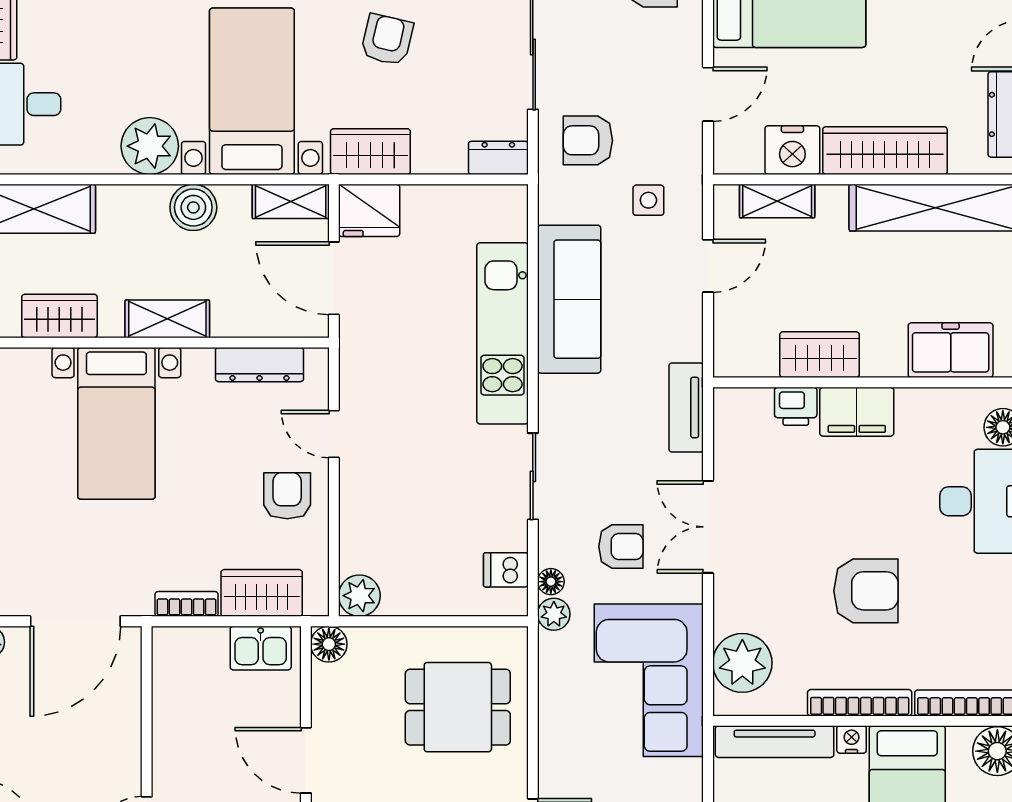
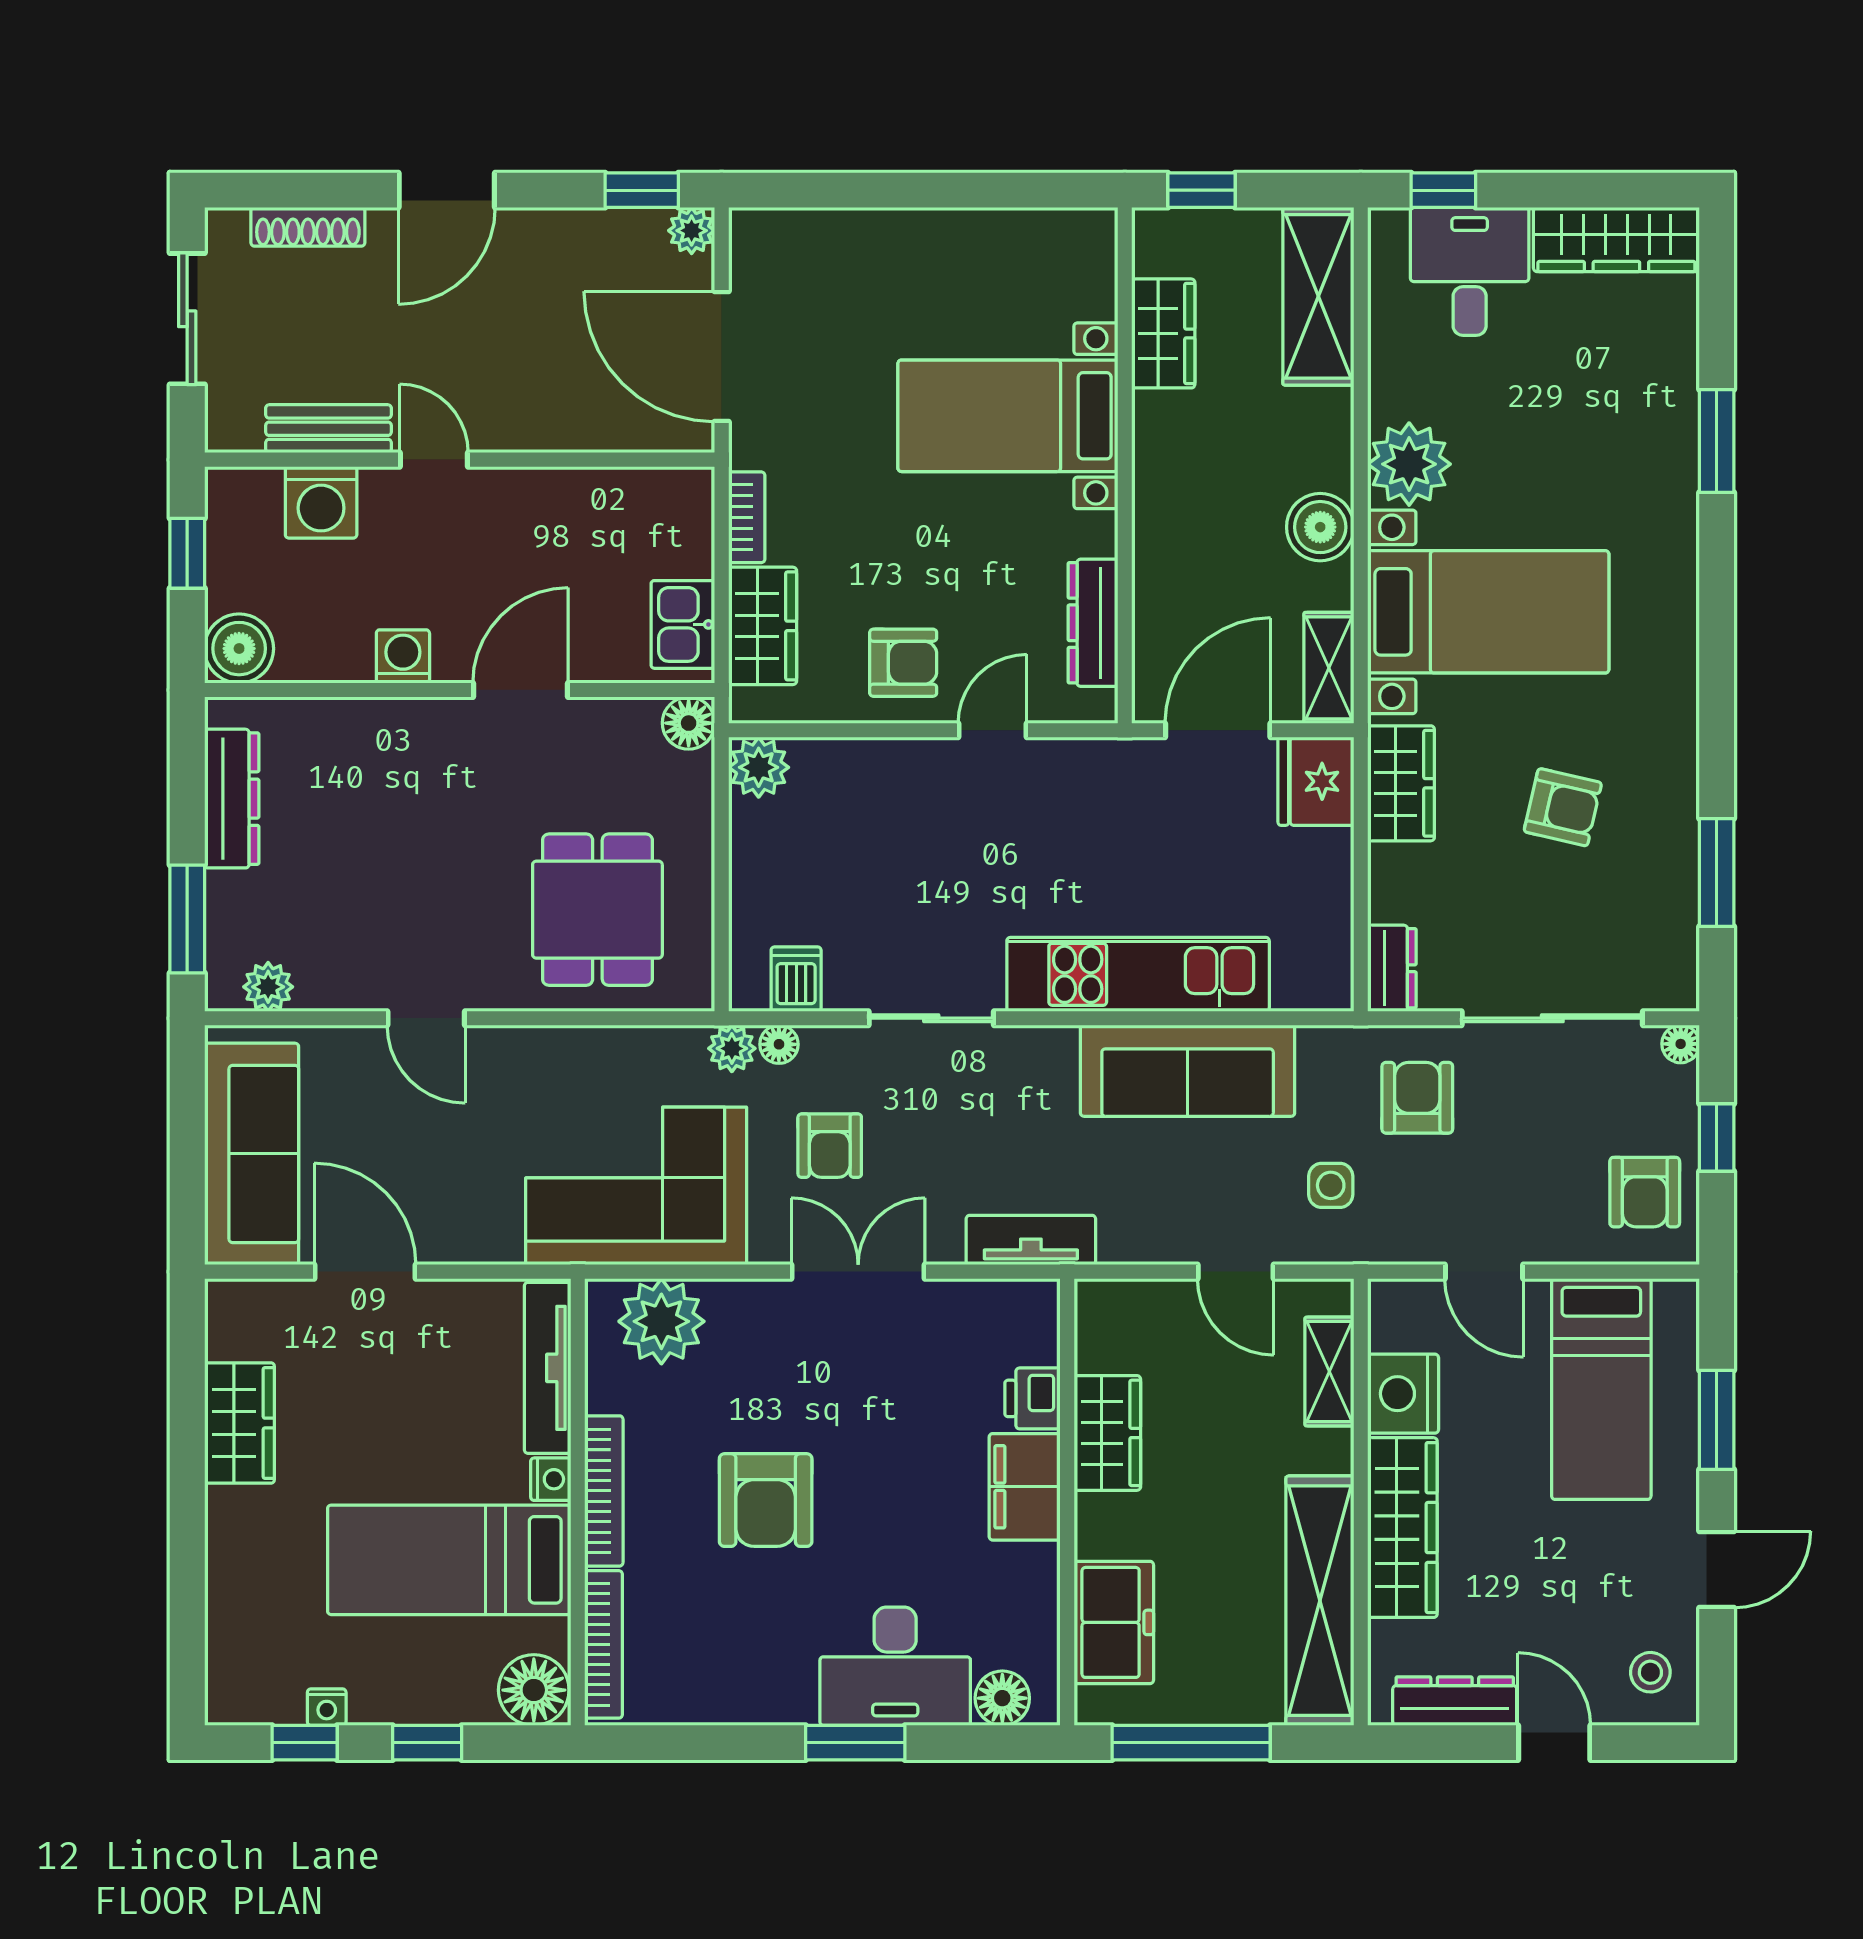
shelving: (167, 319) -> (1159, 489), removed

